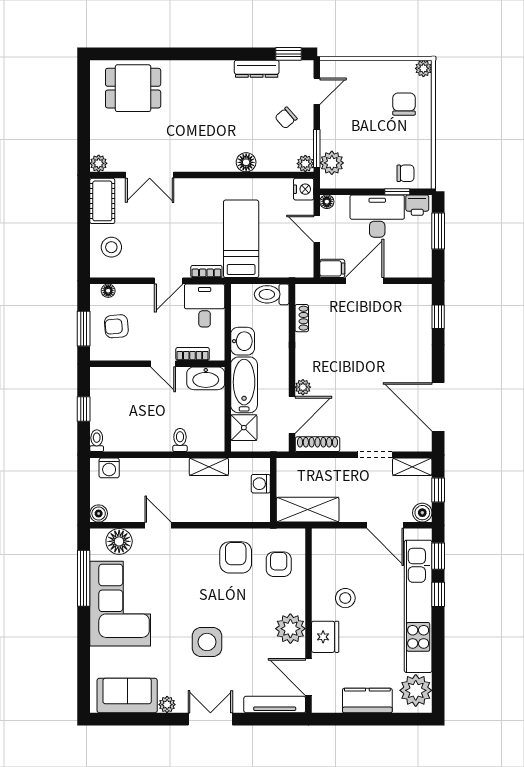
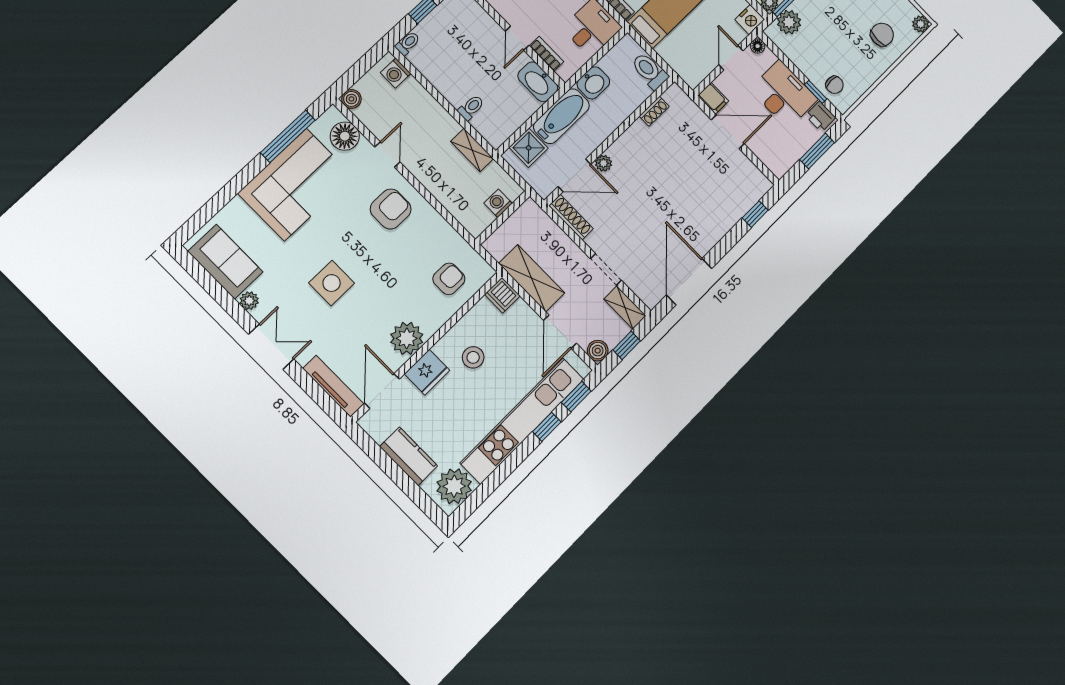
shelving: (308, 510) -> (532, 278), moved
dishwasher: (324, 540) -> (502, 295), added
armchair: (236, 557) -> (391, 209), moved

